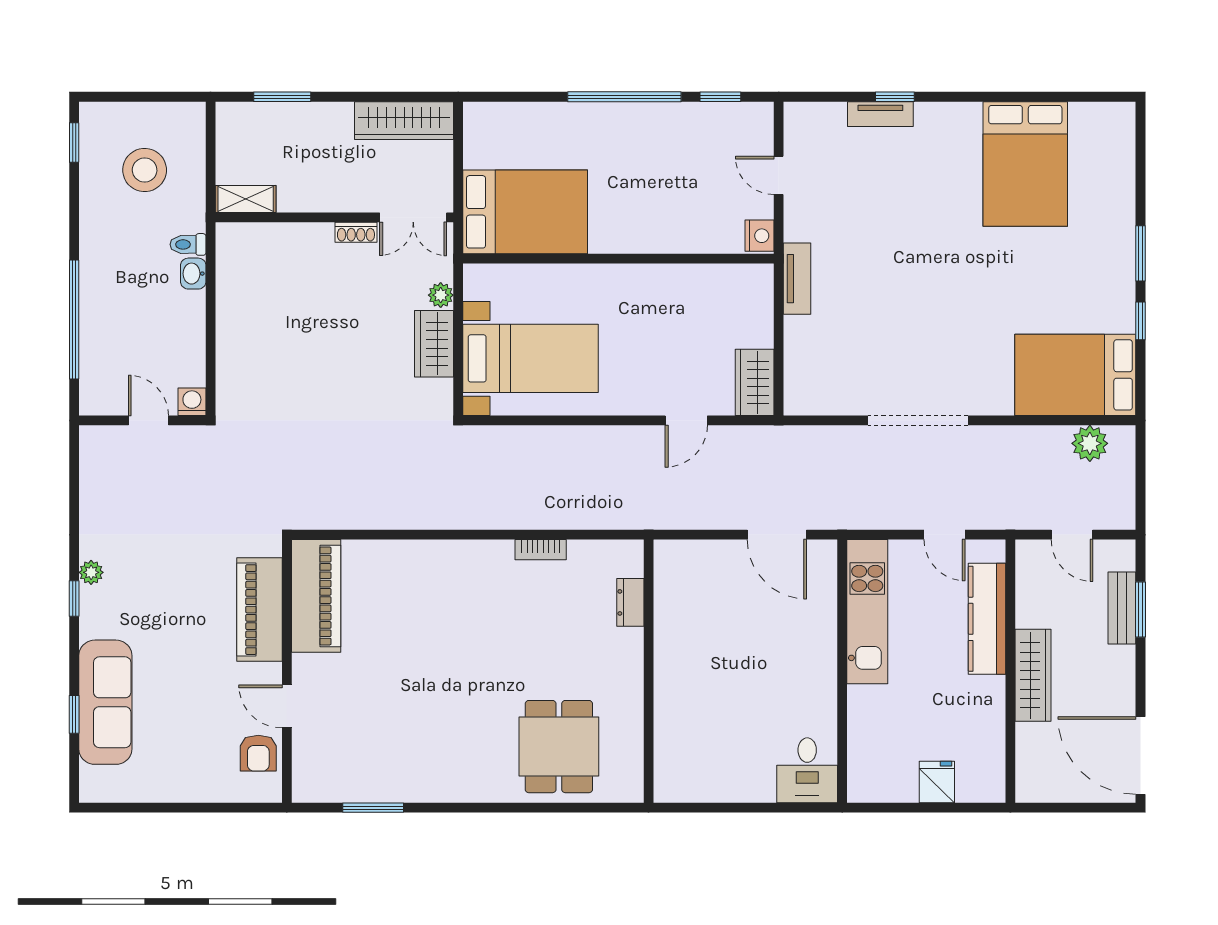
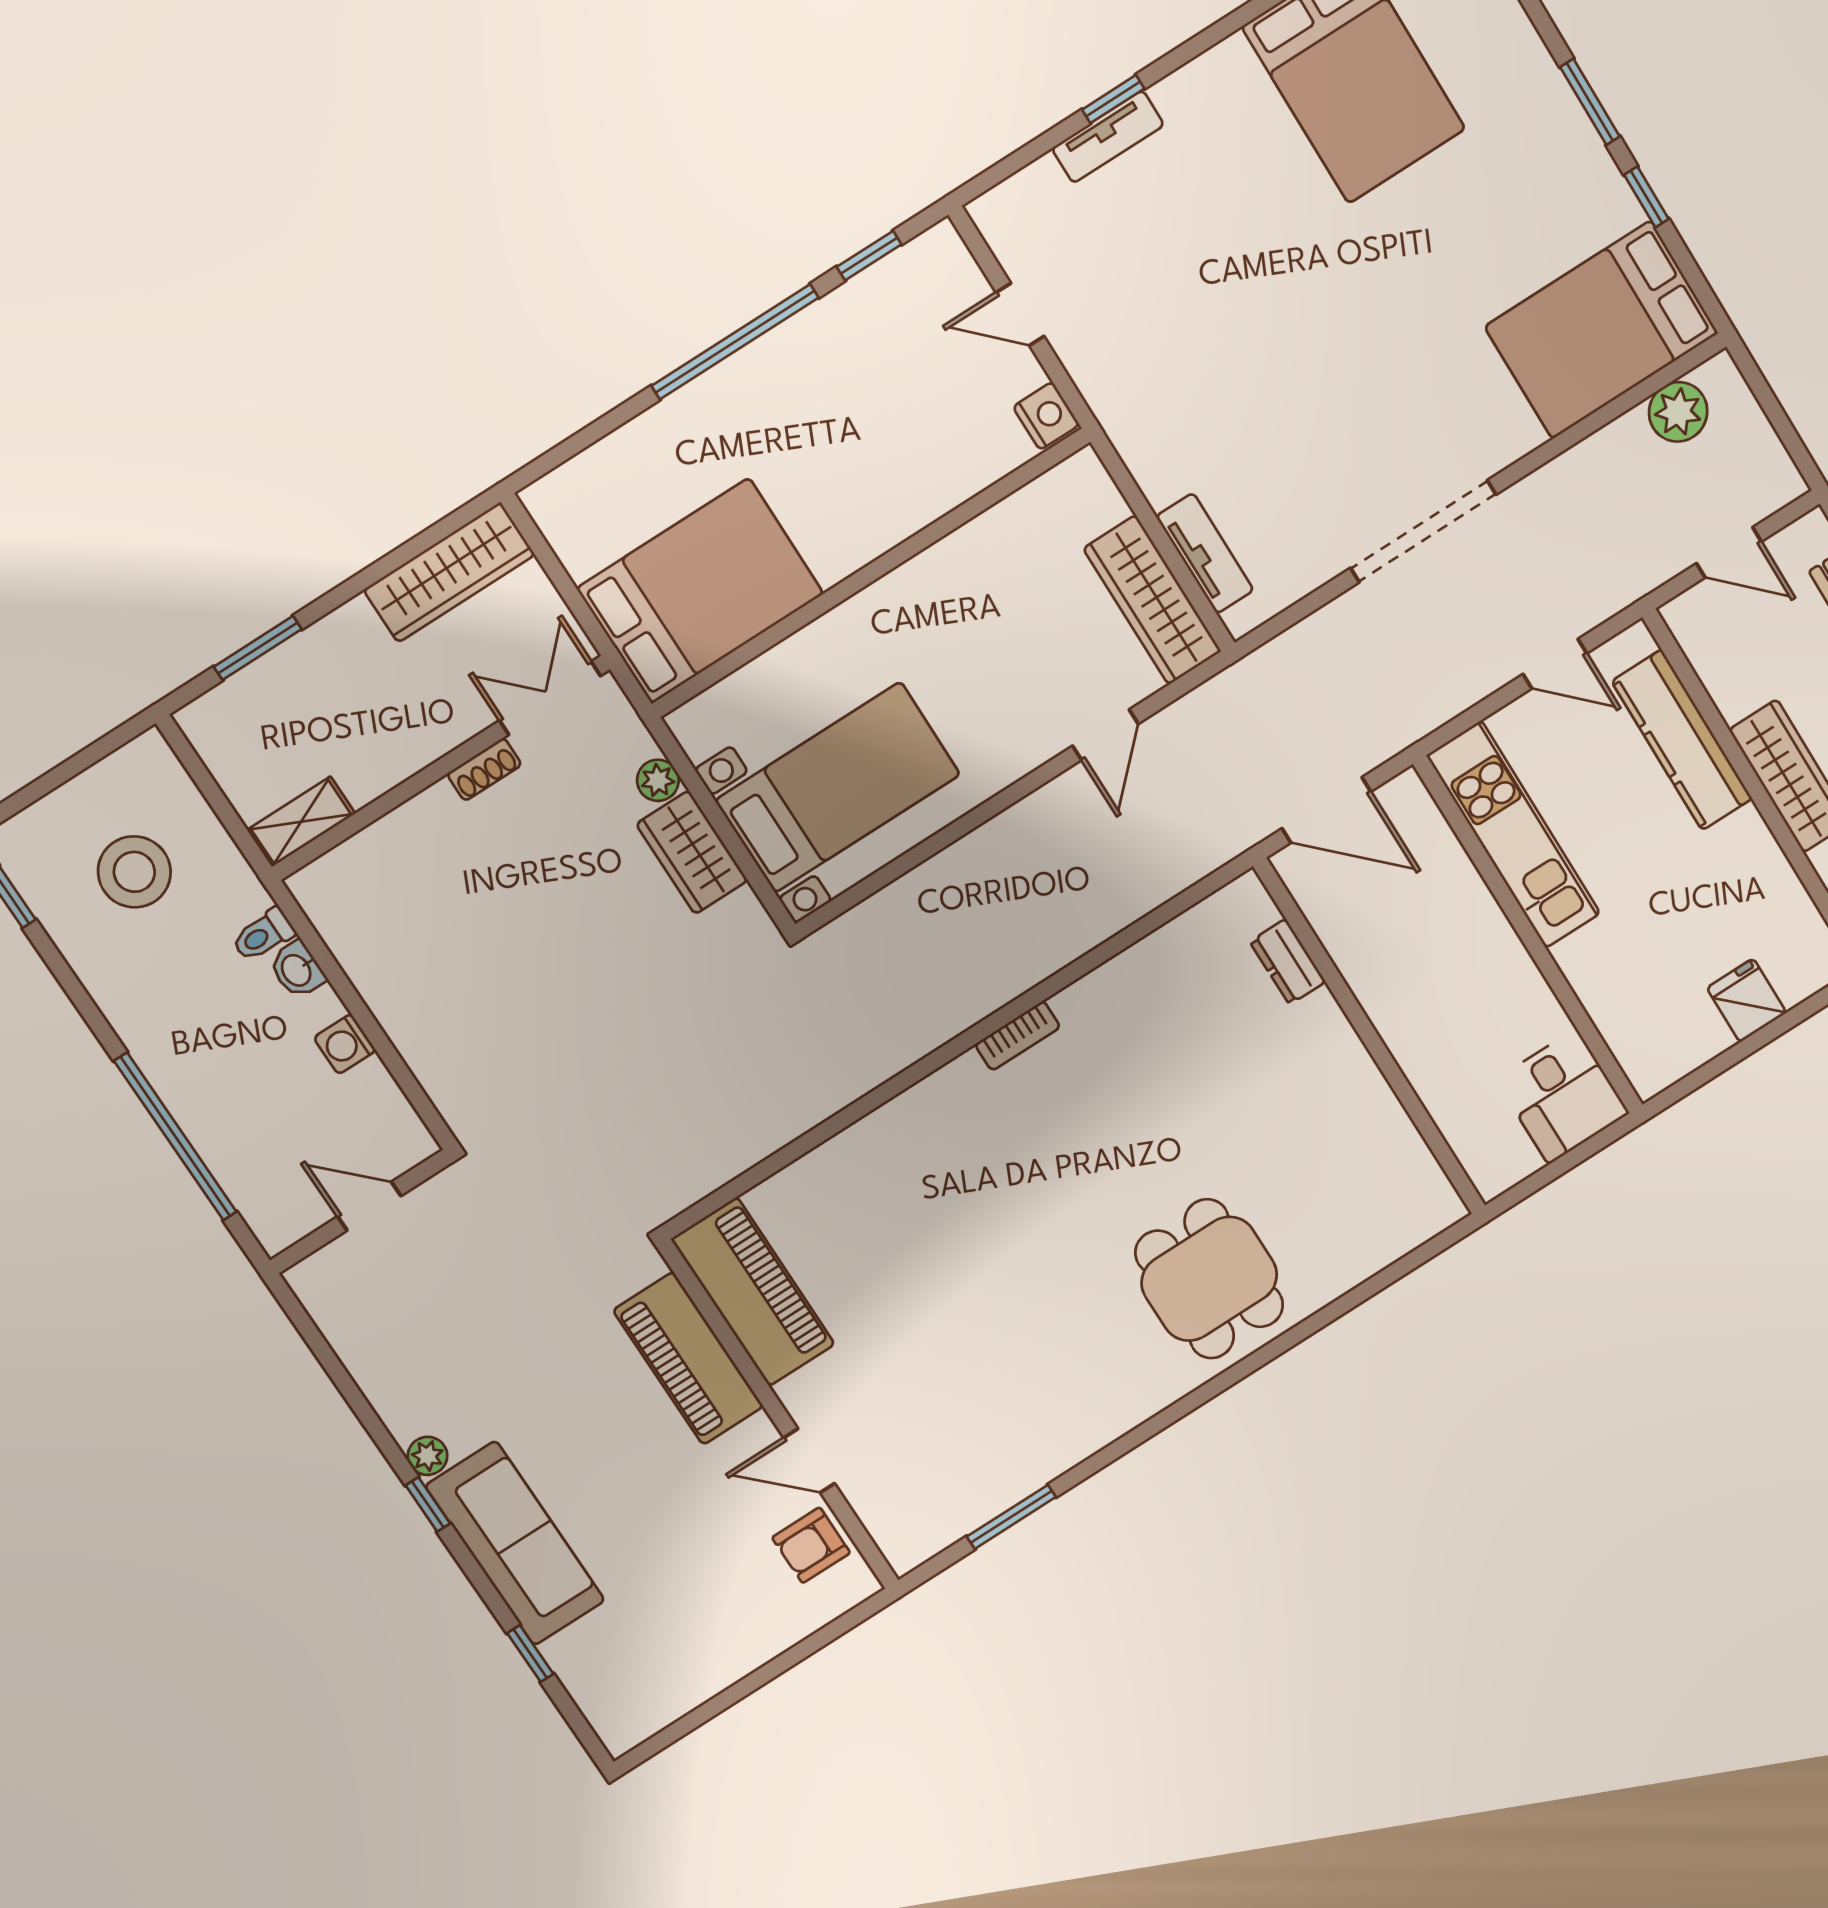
double door: (413, 217) -> (550, 698), swing flipped
tv unit: (797, 279) -> (1205, 553), moved
wardrobe: (755, 382) -> (1152, 600), width x1.50
washing machine: (192, 402) -> (345, 1044), moved, turned -90
dresser: (630, 602) -> (1288, 962), moved
wall: (649, 671) -> (1370, 1037), moved
sofa: (105, 702) -> (515, 1543), moved
armchair: (258, 753) -> (811, 1545), turned 90

